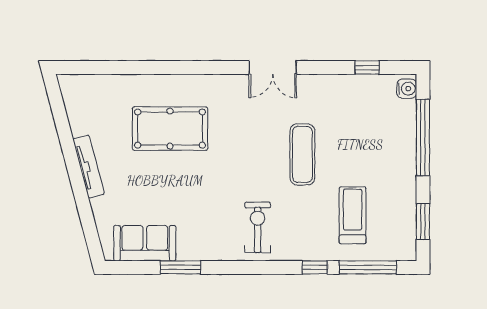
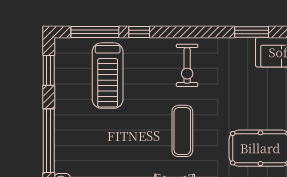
exercise mat: (302, 154) -> (182, 131), moved
treadmill: (353, 215) -> (108, 76), width x1.37, depth x1.37

